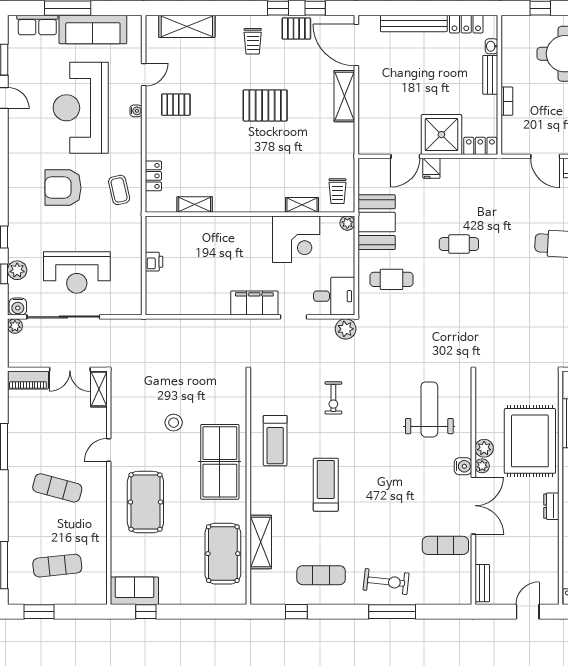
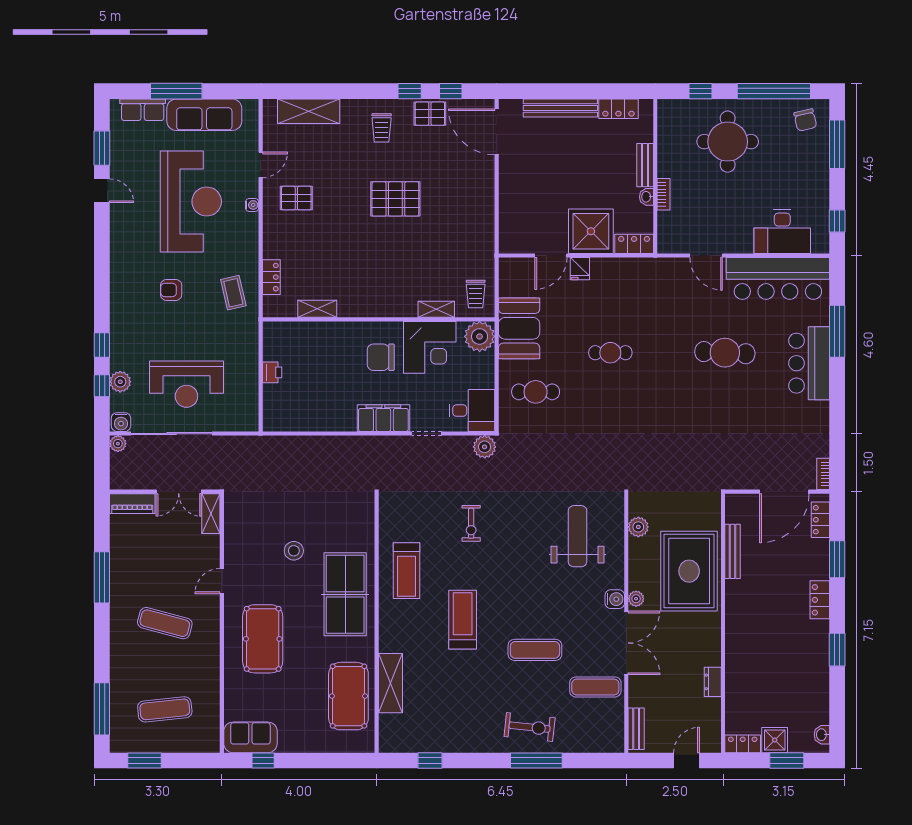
washbasin: (492, 46) -> (646, 197), moved
shelving: (344, 96) -> (483, 189), removed
reception desk: (81, 108) -> (191, 202), turned 180
armchair: (63, 188) -> (171, 290), width x0.53, depth x0.53
plant: (347, 223) -> (480, 336), width x1.87, depth x1.87
chair: (252, 248) -> (381, 357), added
plant: (484, 448) -> (638, 527), moved
dresser: (551, 506) -> (713, 682), moved
exercise mat: (321, 575) -> (535, 650), moved

